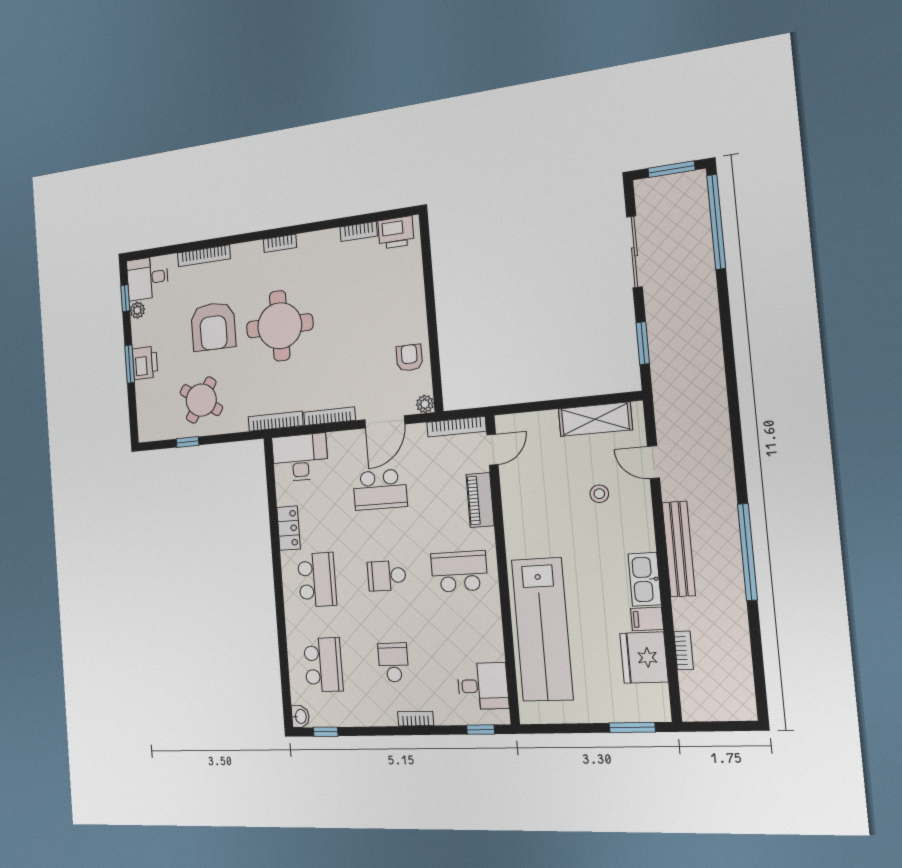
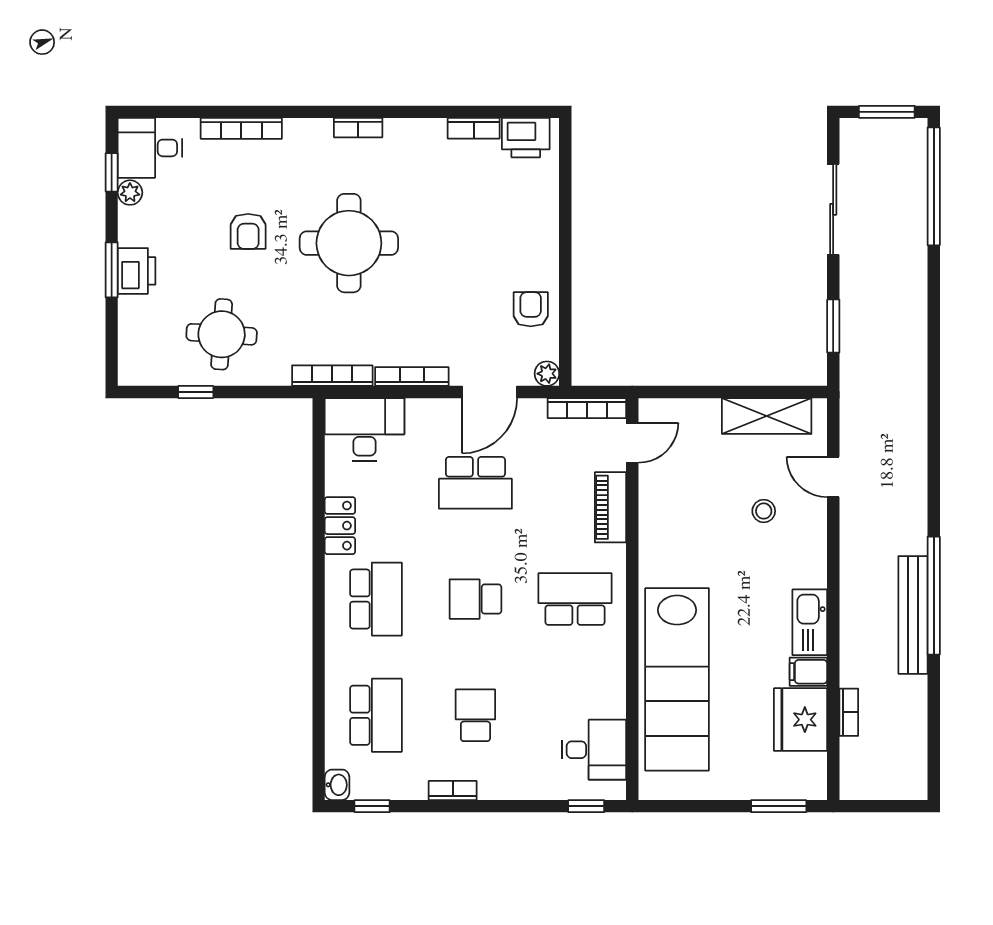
armchair: (213, 326) -> (248, 231), width x0.53, depth x0.53
round table: (201, 400) -> (222, 334), turned -30
bench: (679, 549) -> (913, 615), moved
bookcase: (416, 719) -> (453, 790), moved

